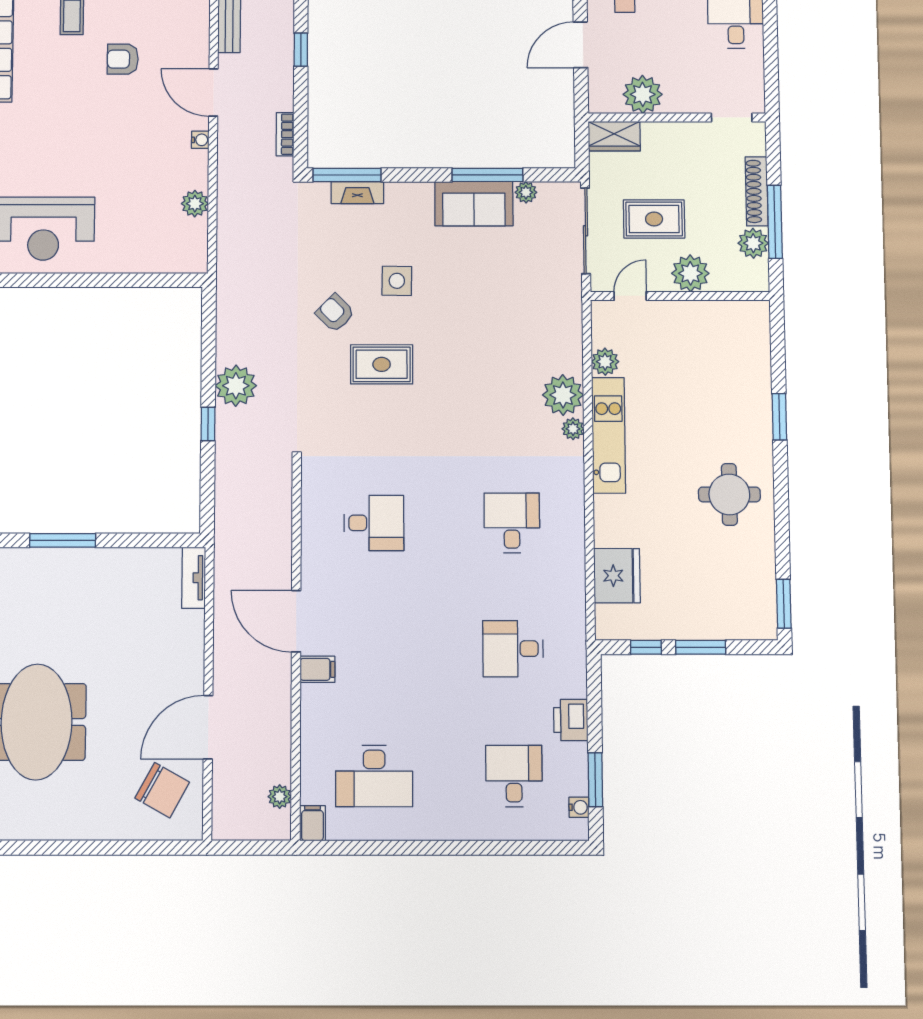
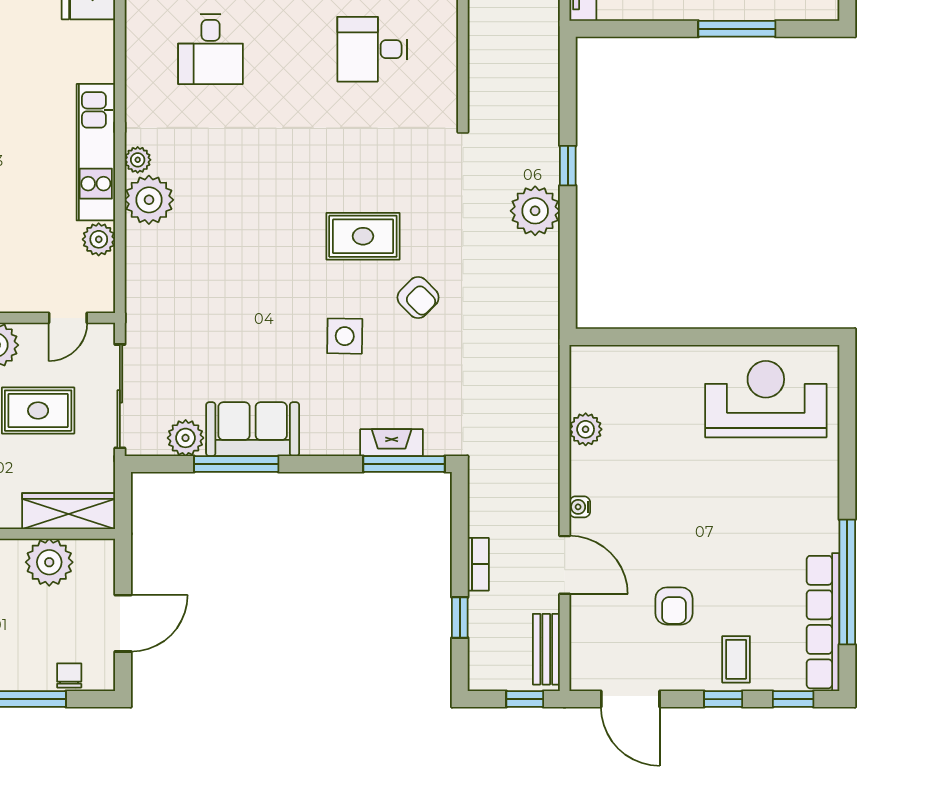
armchair: (123, 59) -> (674, 606), turned 90
bookcase: (285, 134) -> (478, 564), moved
wardrobe: (614, 136) -> (69, 511), width x1.50
plant: (526, 192) -> (186, 438), width x1.38, depth x1.38

